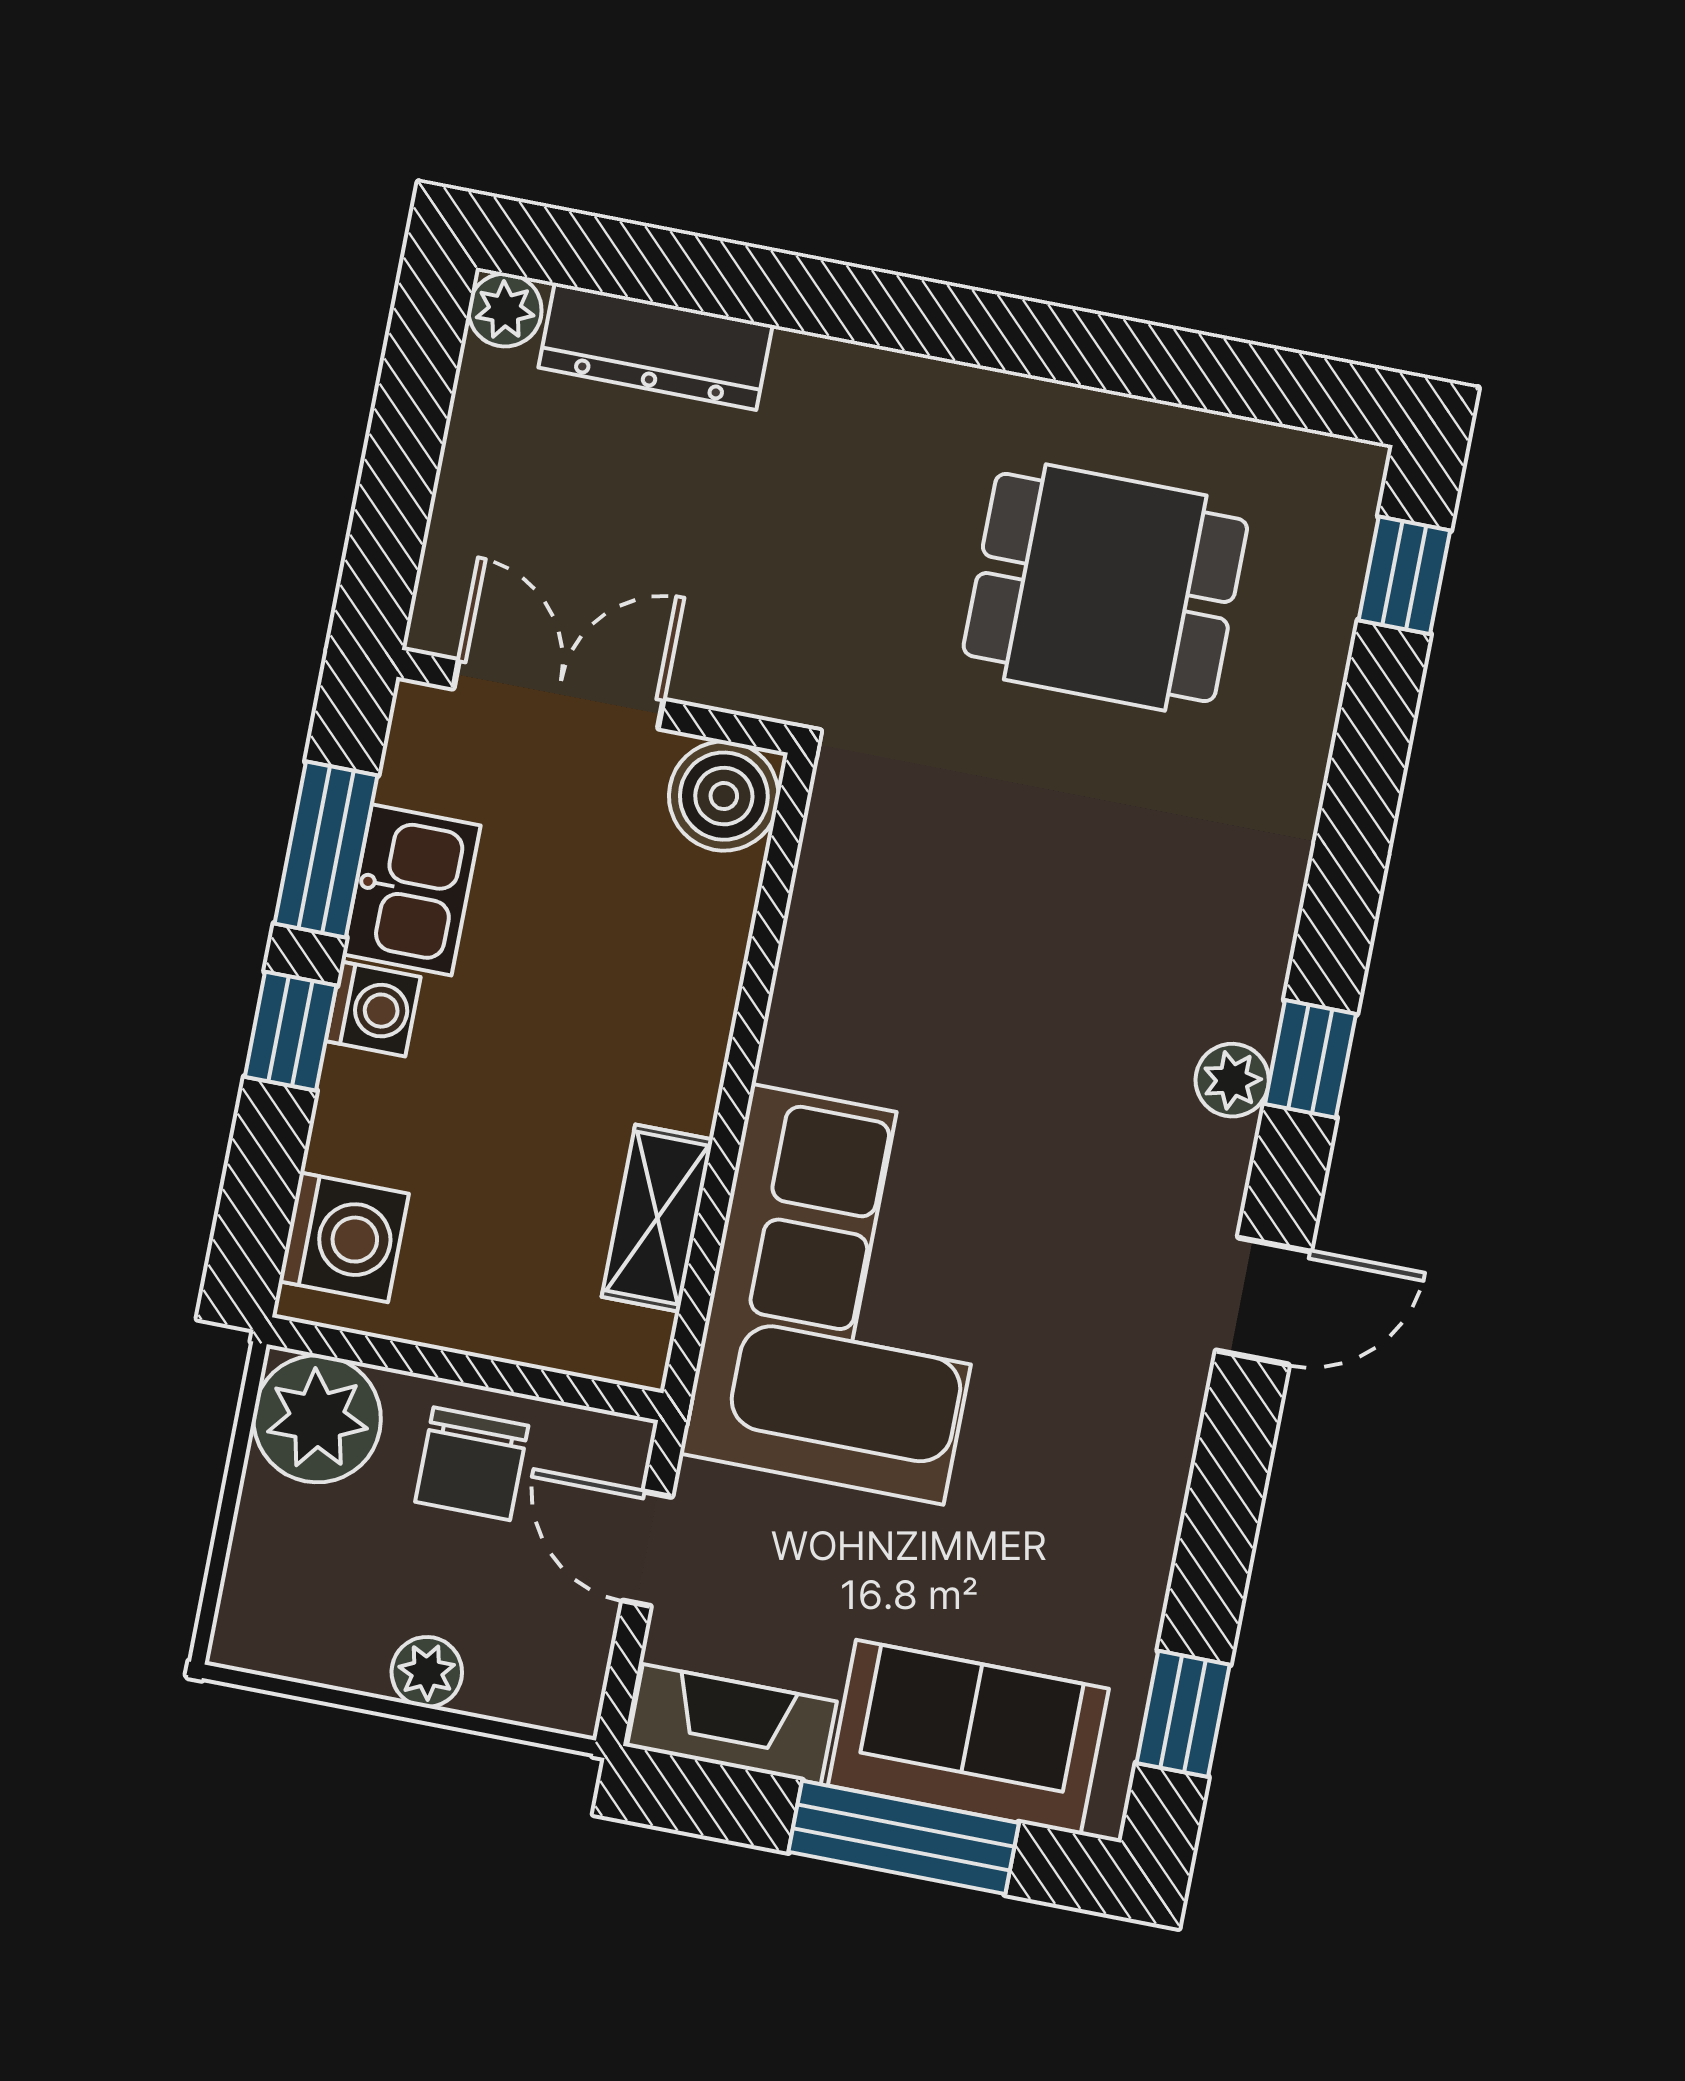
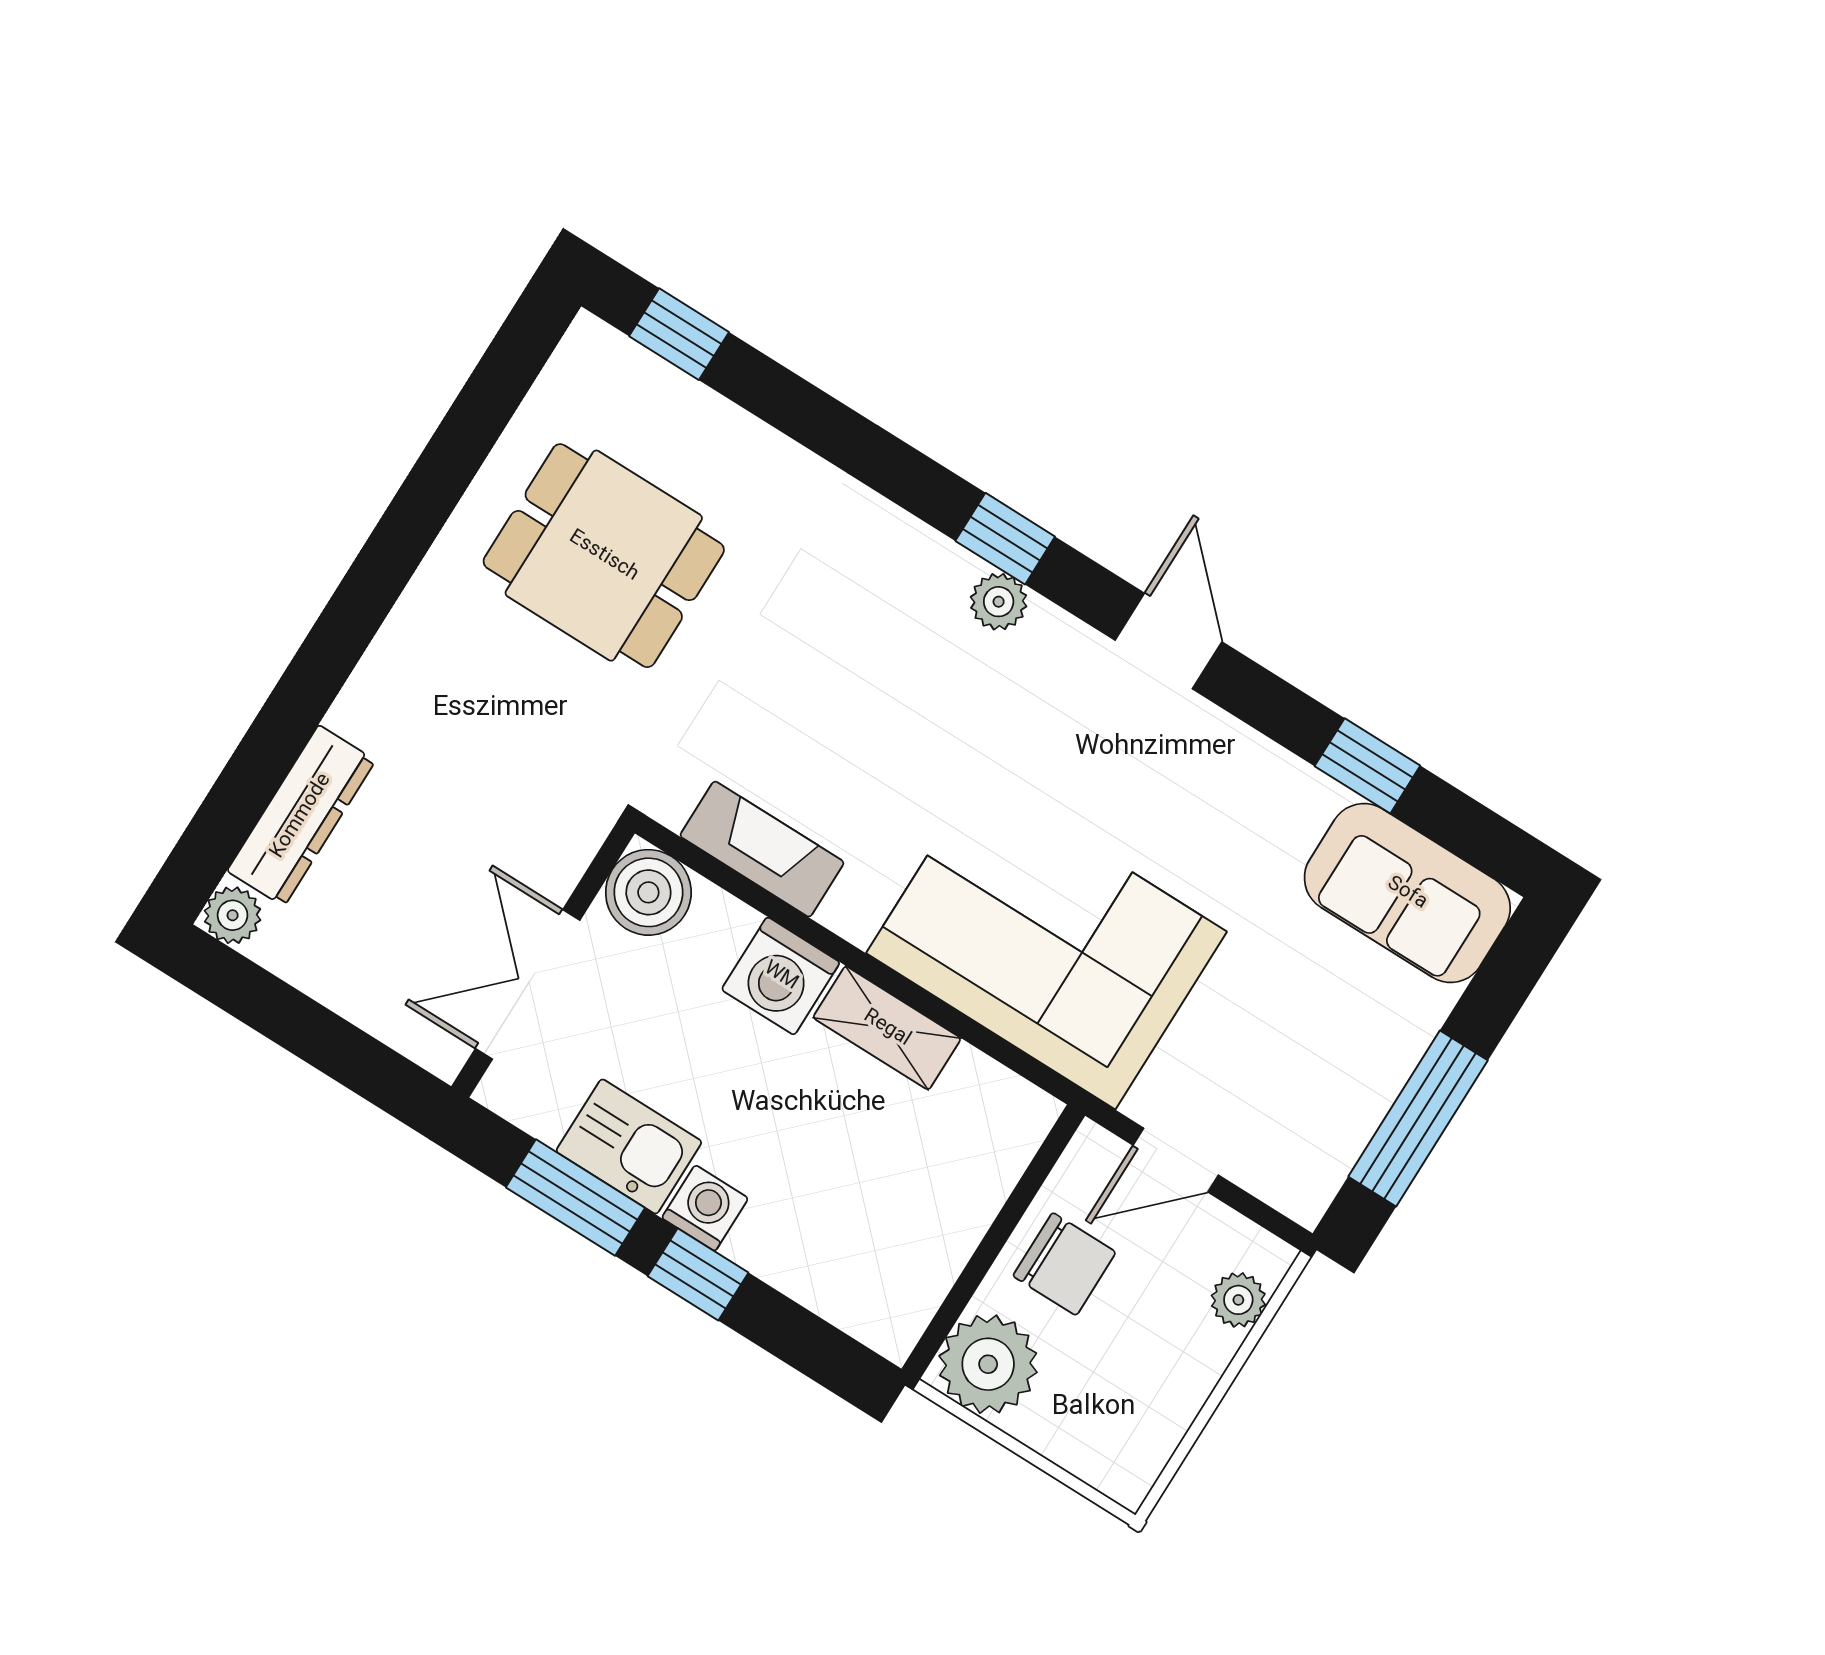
dining table: (1105, 587) -> (604, 556), turned 90
shelving: (657, 1218) -> (887, 1028), moved
washing machine: (344, 1237) -> (781, 976), moved, turned 180
plant: (427, 1672) -> (1238, 1300), moved
window: (1183, 1714) -> (1367, 766), moved
fireplace: (732, 1724) -> (762, 849), moved, turned 90
sofa: (968, 1737) -> (1407, 893), moved, turned -90
window: (904, 1837) -> (1418, 1118), moved

